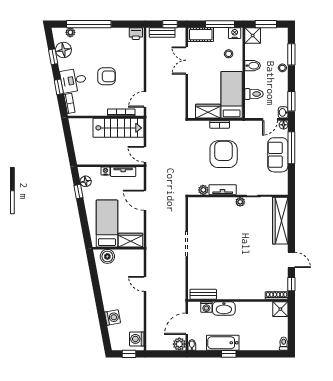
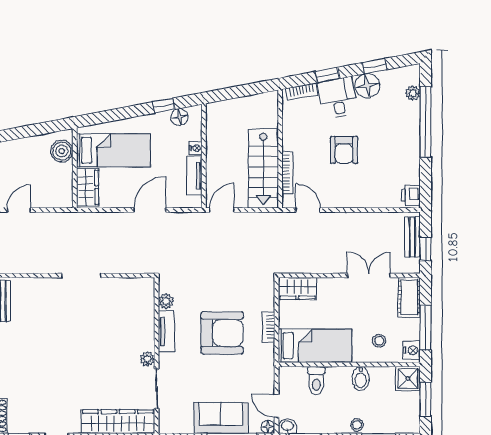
floor lamp: (63, 50) -> (367, 86), moved
wardrobe: (208, 111) -> (297, 288), moved, turned 90

